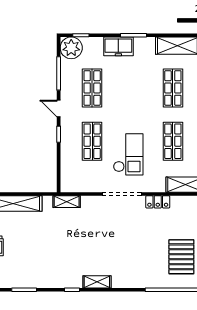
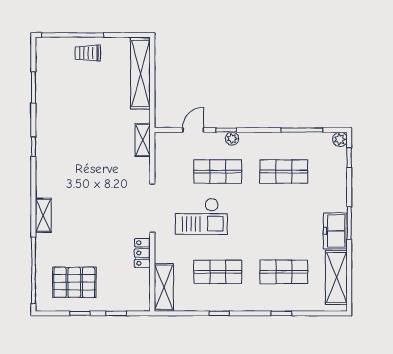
freezer: (118, 46) -> (335, 231), moved
plant: (71, 48) -> (340, 139), width x0.53, depth x0.53
door: (59, 108) -> (193, 130), moved
plant: (66, 130) -> (232, 139), added
shelving: (97, 282) -> (43, 215), moved

